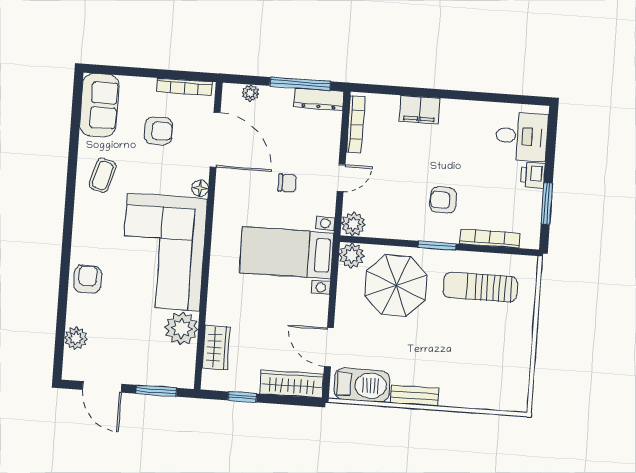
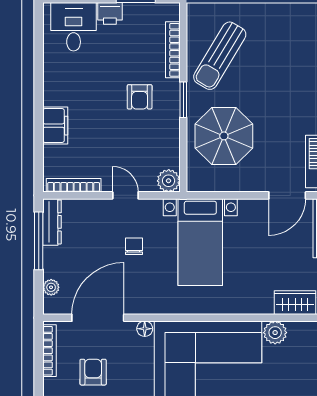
plant: (352, 256) -> (198, 180), removed
sun lounger: (480, 287) -> (220, 56), turned 31
plant: (181, 328) -> (275, 333), width x0.73, depth x0.73

